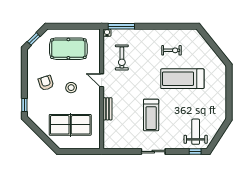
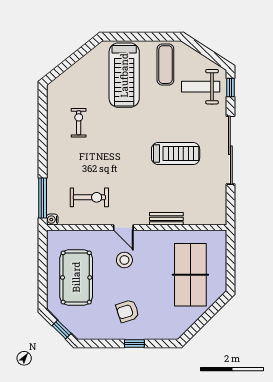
treadmill: (182, 79) -> (124, 75), moved
door: (102, 80) -> (123, 228), hinge flipped
stool: (71, 88) -> (124, 260), moved
window: (24, 105) -> (134, 343), moved
exercise mat: (210, 108) -> (165, 65), added
sliding door: (153, 152) -> (230, 150), width x1.86

